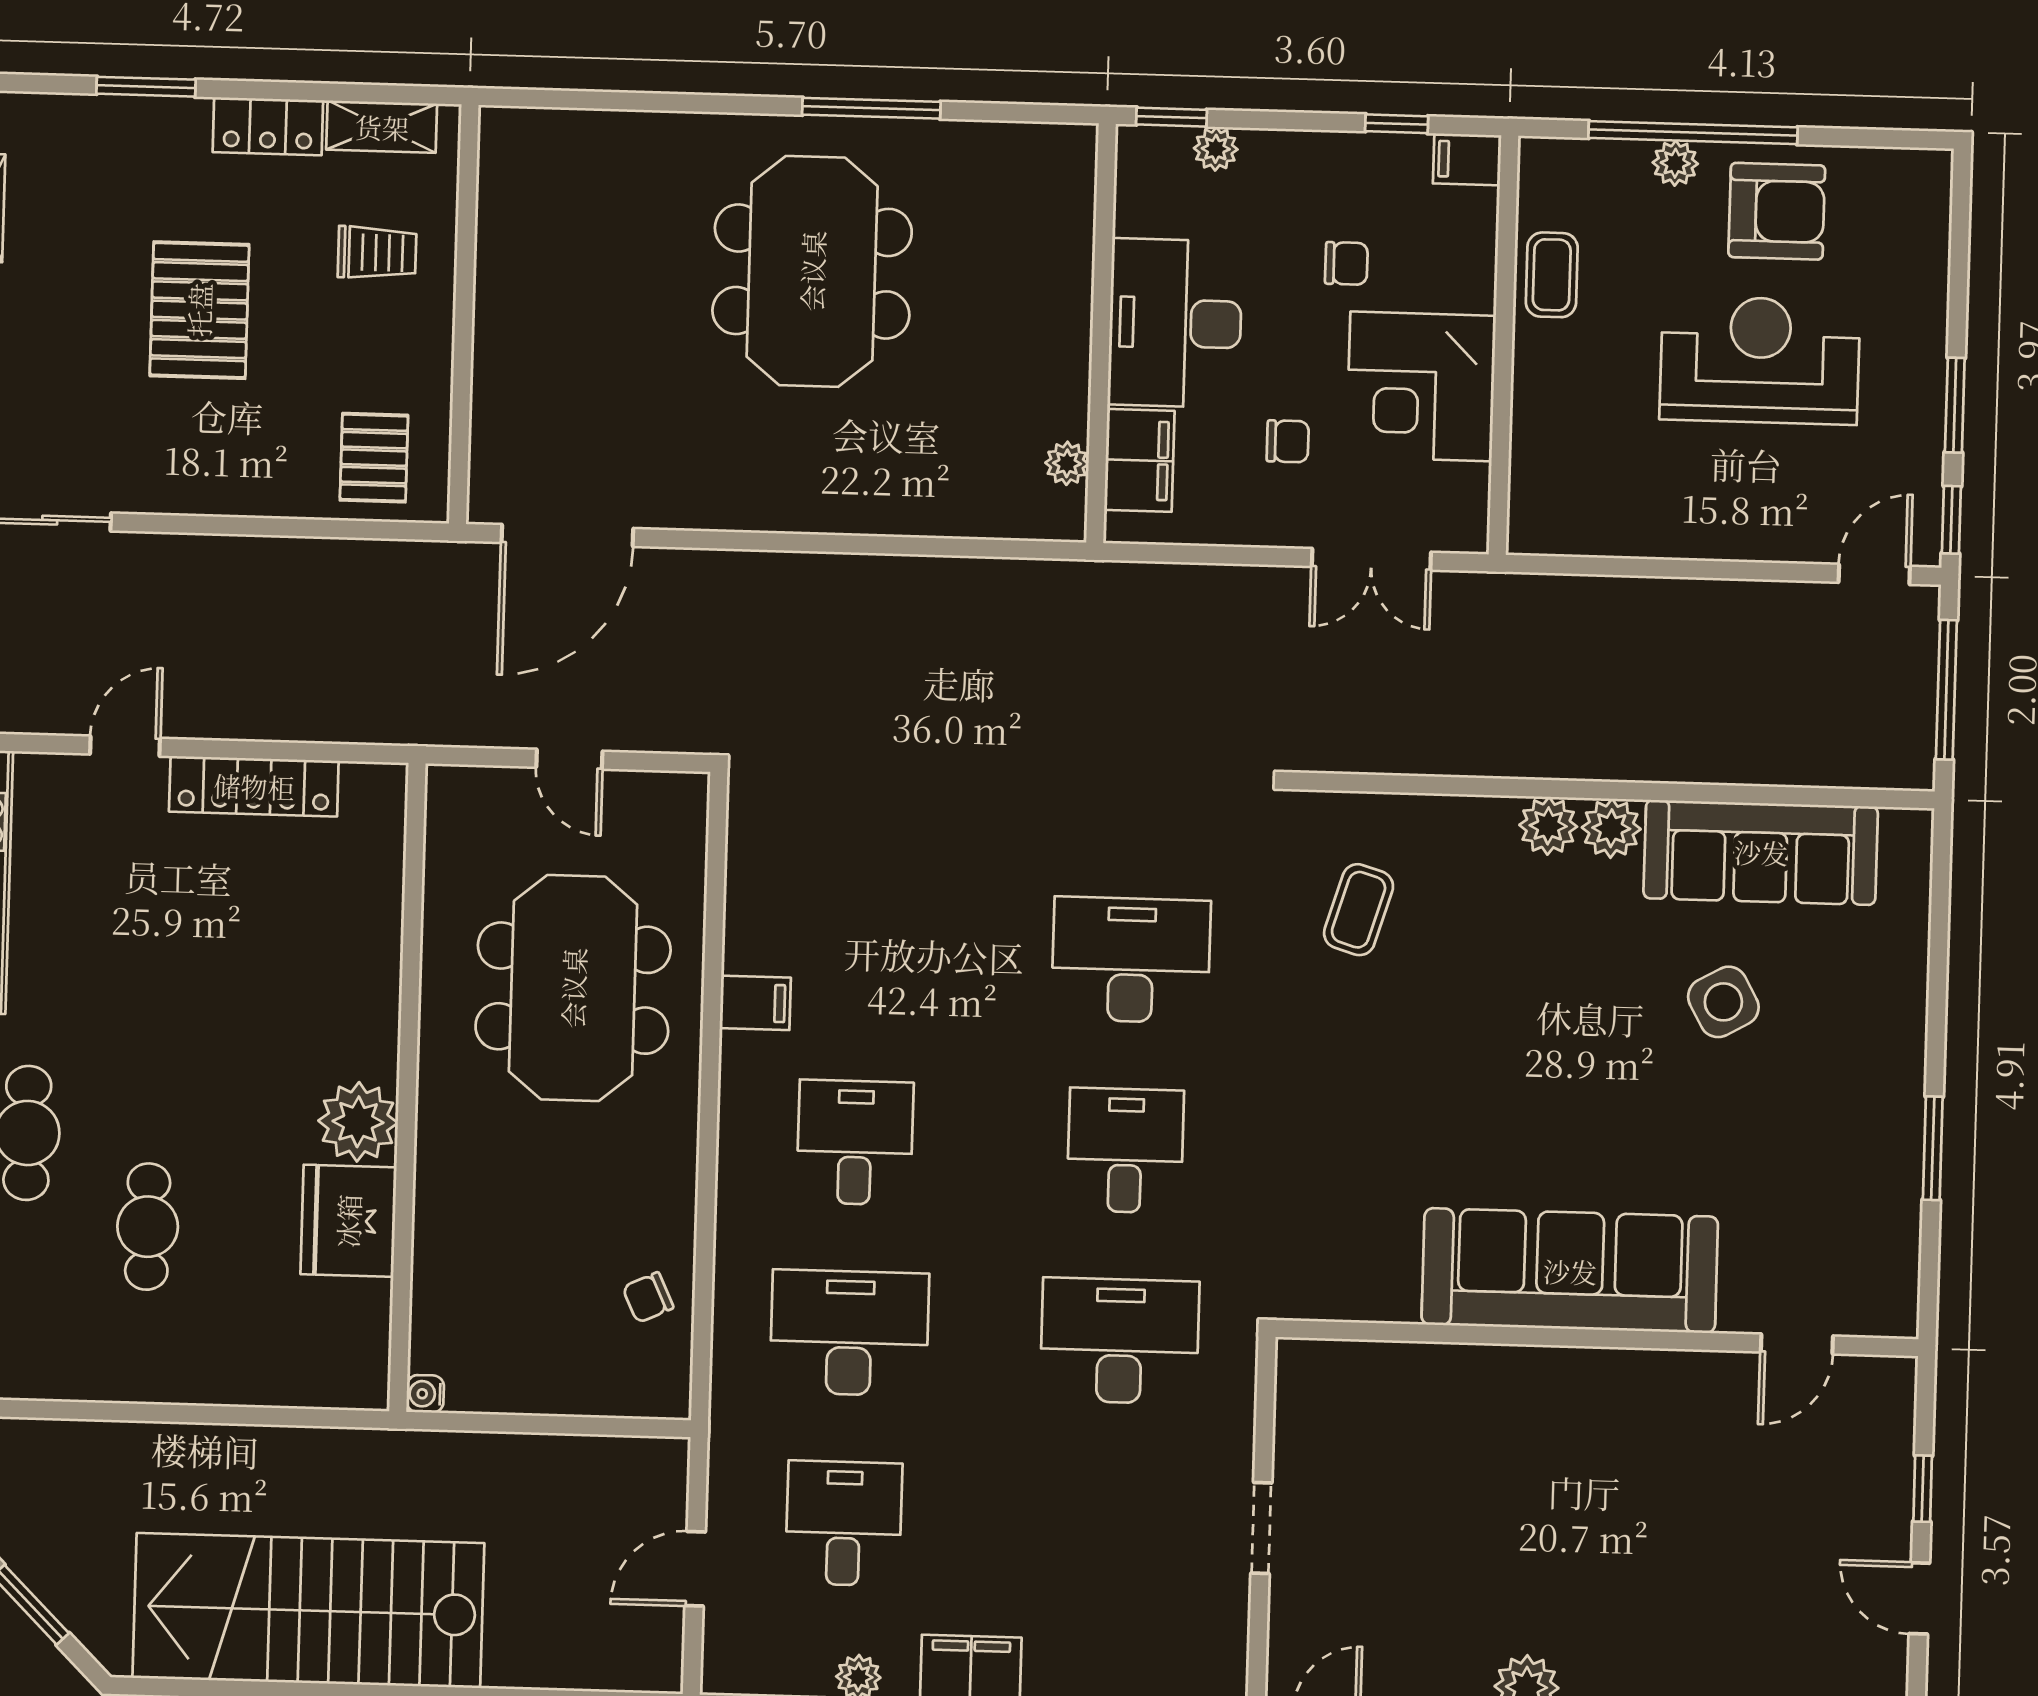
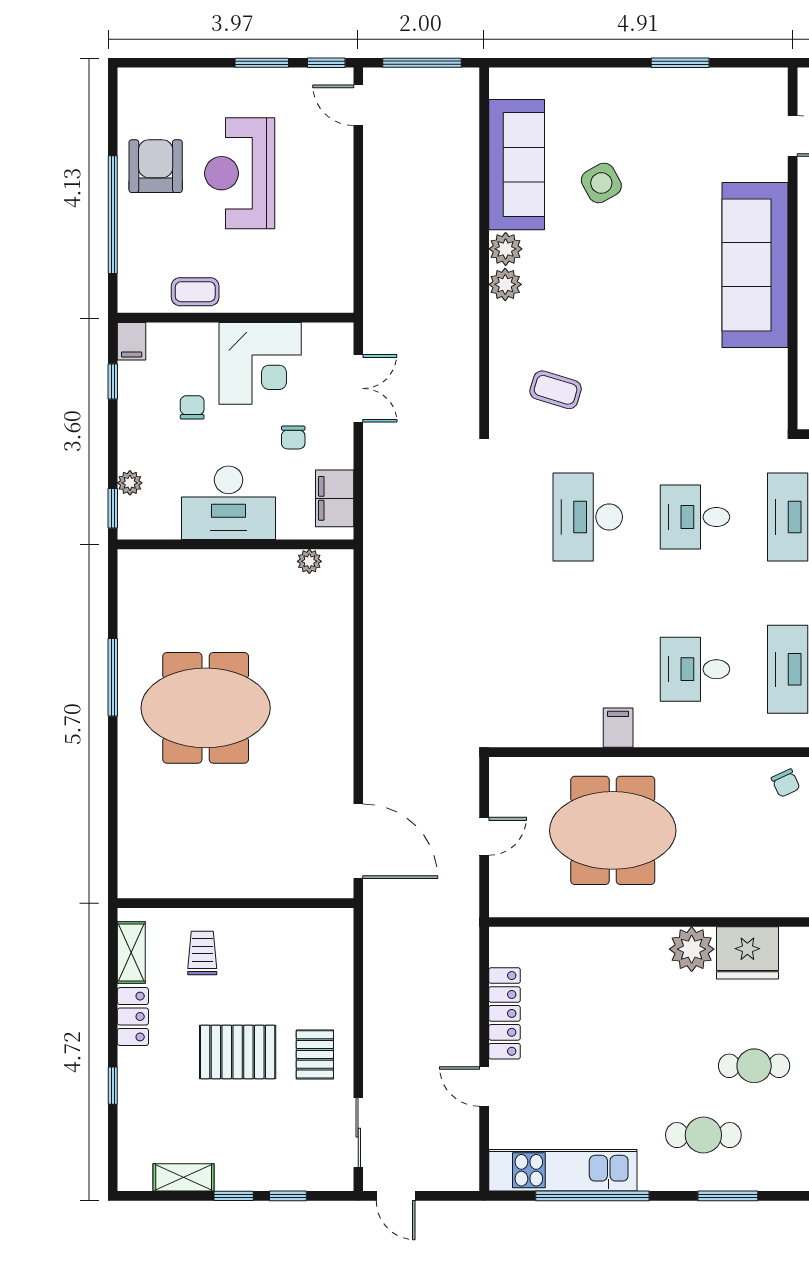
window: (146, 87) -> (113, 1086), width x0.67
plant: (1675, 163) -> (130, 224), removed
chair: (1288, 441) -> (293, 437), turned 180
pallet: (374, 458) -> (315, 1054), moved, turned 90
filing cabinet: (1139, 460) -> (335, 498), moved, turned -90

